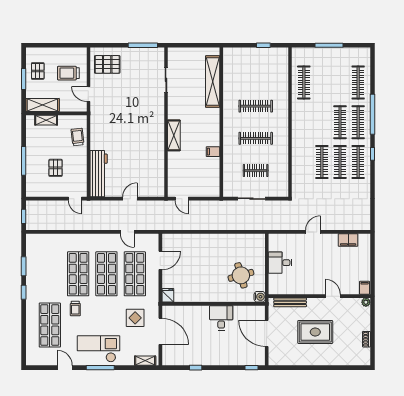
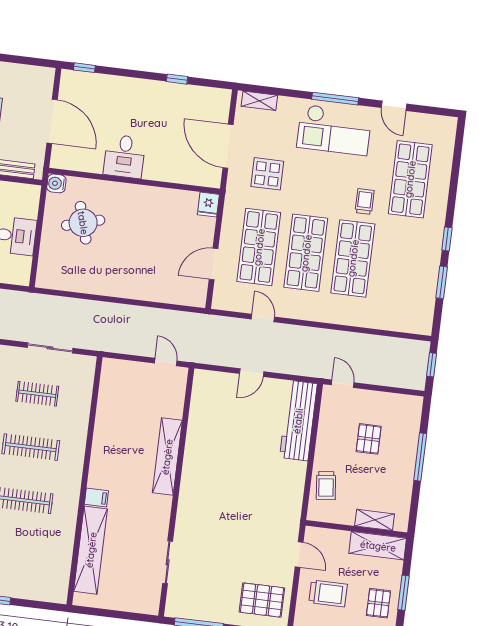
shelving: (174, 135) -> (167, 457), width x1.47
filing cabinet: (213, 152) -> (96, 498), moved

